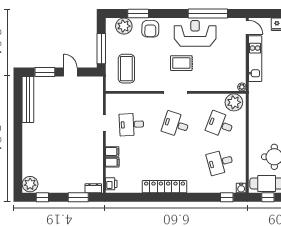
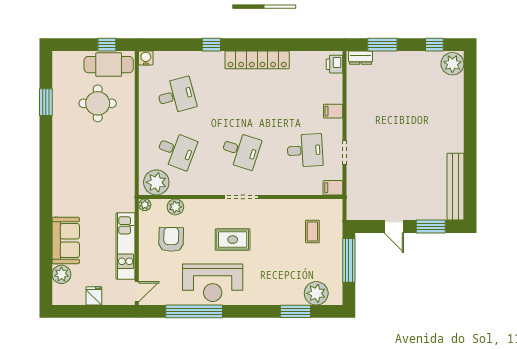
door: (247, 27) -> (137, 292), swing flipped
armchair: (150, 29) -> (171, 239), moved
coffee table: (126, 69) -> (312, 231), width x0.54, depth x0.58
plant: (221, 86) -> (175, 207), added
filing cabinet: (112, 162) -> (333, 188), moved
window: (227, 197) -> (211, 45), moved

